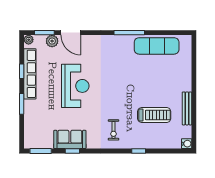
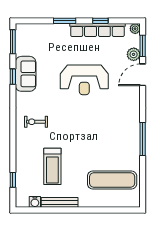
exercise mat: (157, 46) -> (112, 180), moved, turned 90
water cooler: (187, 144) -> (35, 202), moved
window: (139, 151) -> (13, 180), moved

